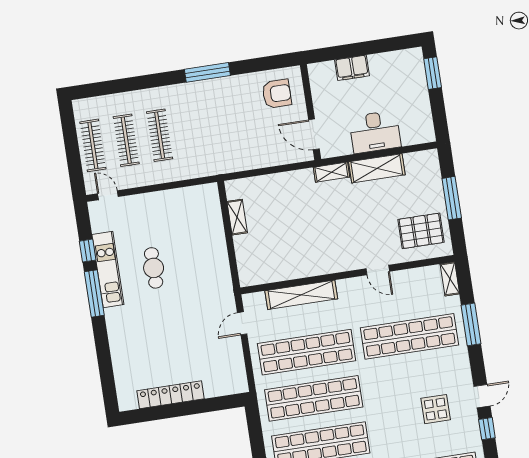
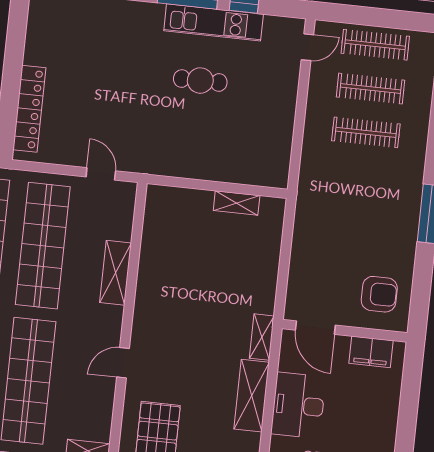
filing cabinet: (352, 68) -> (371, 352), moved, turned -90
armchair: (277, 94) -> (379, 294), turned -90
door: (314, 134) -> (315, 328), swing flipped
shelving: (301, 295) -> (116, 273), width x0.68
locker: (171, 395) -> (29, 109), moved

